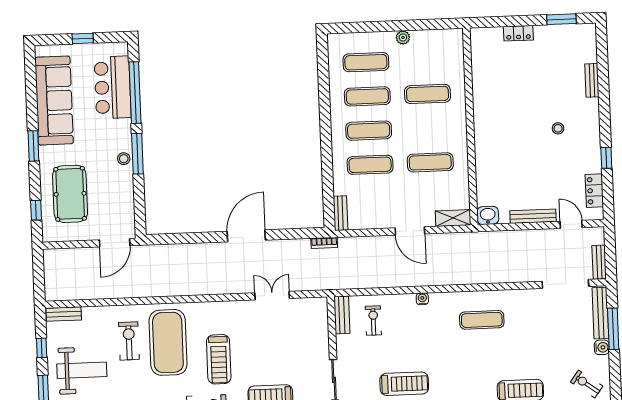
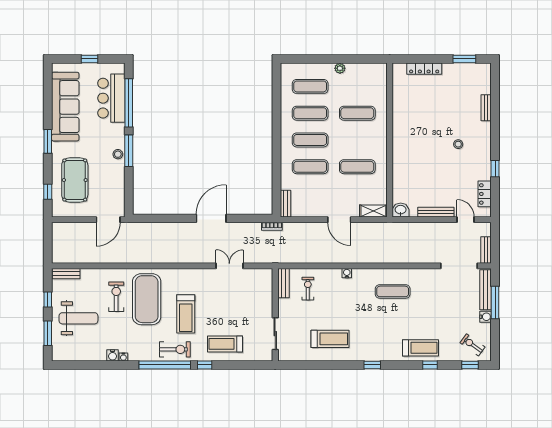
locker: (518, 33) -> (424, 69), width x1.53

